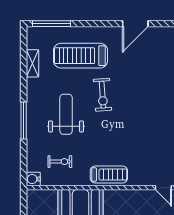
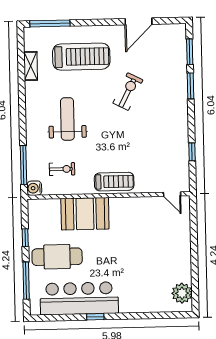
treadmill: (80, 56) -> (81, 57), turned 180
exercise bike: (102, 95) -> (128, 92), moved, turned -149
window: (24, 121) -> (23, 165), moved

